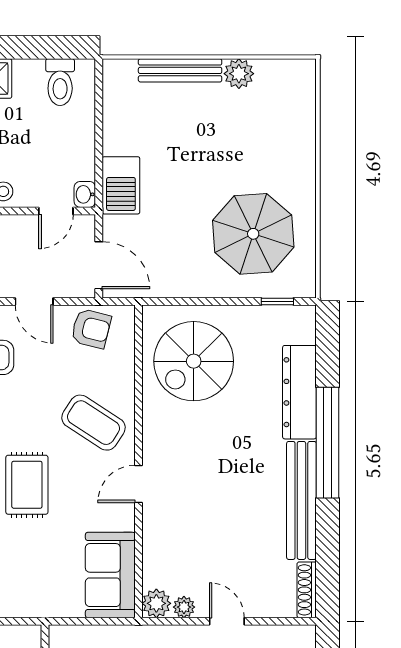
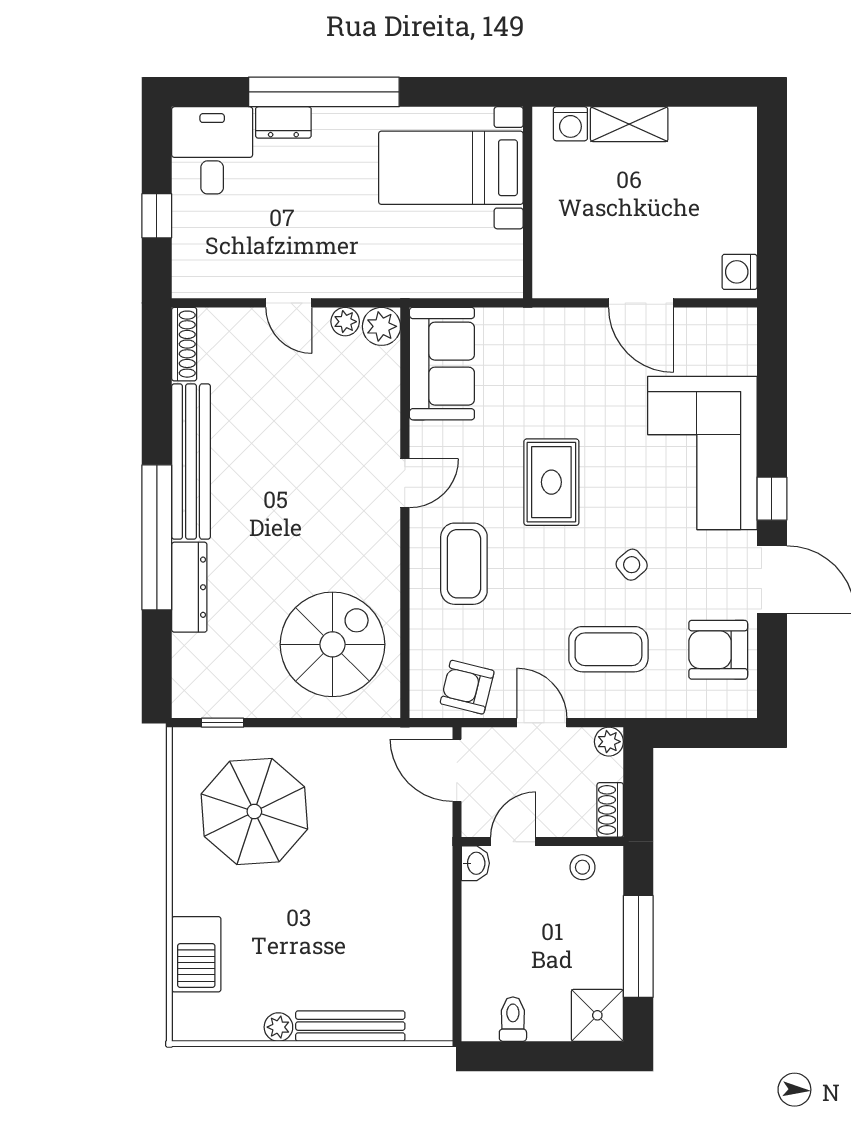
plant: (239, 74) -> (278, 1027), width x0.73, depth x0.73
toilet: (60, 82) -> (513, 1019), width x0.73, depth x0.72
barbecue: (121, 185) -> (196, 954), moved, turned 180
dresser: (299, 392) -> (189, 587), width x0.73, depth x0.80
coffee table: (93, 423) -> (464, 564), turned 57

